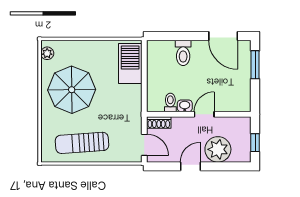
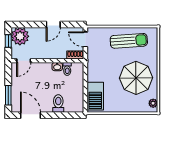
door: (204, 114) -> (24, 61), moved
plant: (218, 149) -> (20, 36), moved

